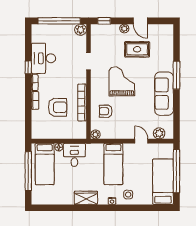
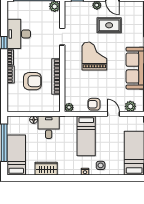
armchair: (106, 111) -> (94, 104), moved
bed: (45, 164) -> (16, 155), moved, turned 180
wardrobe: (86, 198) -> (46, 169), moved

